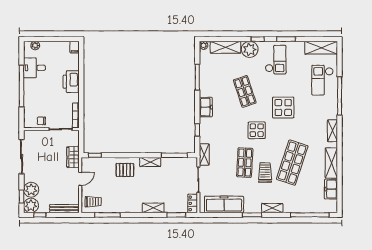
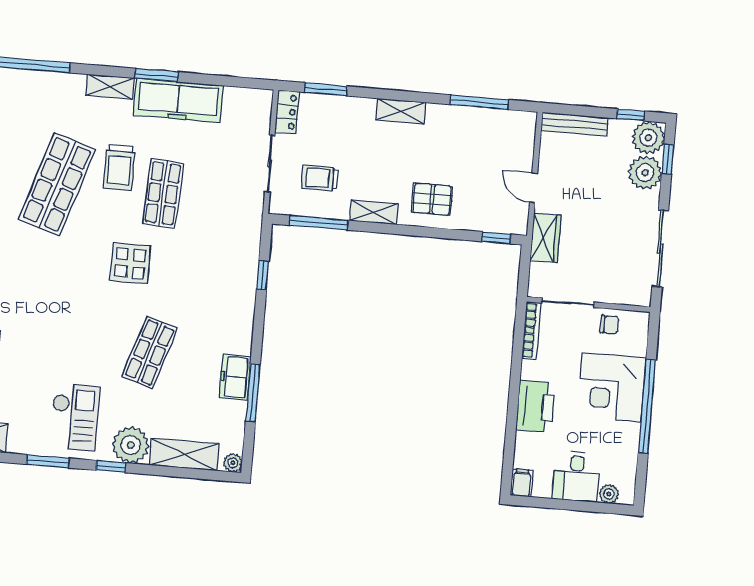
checkout: (276, 60) -> (75, 417), turned 180
desk: (34, 68) -> (576, 477), moved, turned 90
shop shelf: (245, 91) -> (150, 352), turned 36
corner desk: (38, 93) -> (612, 387), added
freezer: (206, 107) -> (235, 377), moved
display table: (283, 108) -> (67, 309), removed
shelving: (204, 155) -> (252, 219), removed
door: (80, 179) -> (534, 188), hinge flipped
trolley: (93, 202) -> (320, 178), moved
freezer: (224, 204) -> (178, 100), moved
shelving: (153, 208) -> (401, 111), moved

